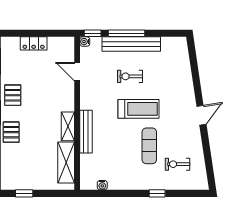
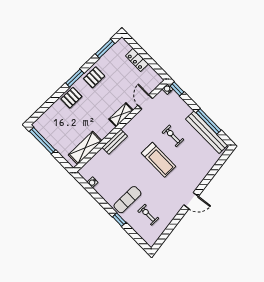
window: (126, 33) -> (209, 121), moved
bench: (131, 44) -> (207, 132), moved
shelving: (68, 126) -> (121, 115), moved
bench: (86, 132) -> (115, 142), width x0.73
exercise mat: (149, 146) -> (127, 200), moved
window: (24, 193) -> (42, 141), width x2.17

